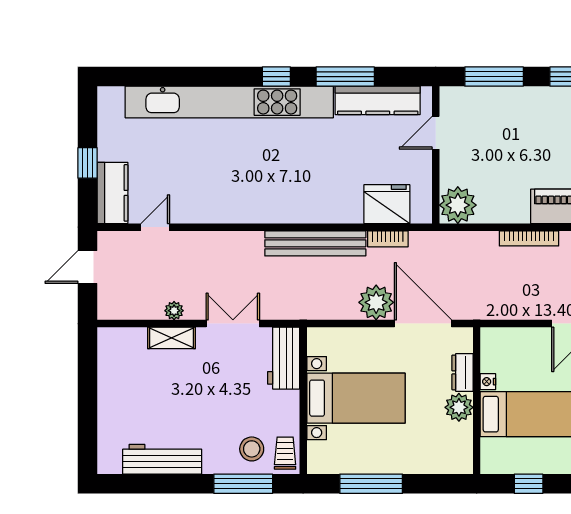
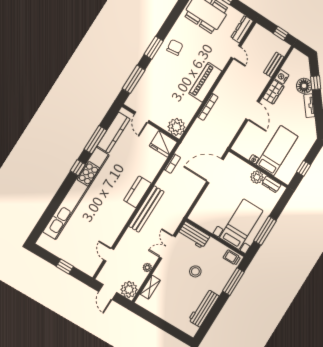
kitchen counter: (112, 193) -> (137, 192), moved, turned -90
fridge: (387, 204) -> (163, 144), moved, turned -90
bench: (315, 243) -> (146, 209), moved
plant: (376, 302) -> (129, 290), moved
shelving: (171, 338) -> (150, 287), moved
dresser: (462, 372) -> (271, 184), moved
bed with nightstands: (356, 398) -> (241, 224), moved
stool: (252, 449) -> (195, 271), moved

